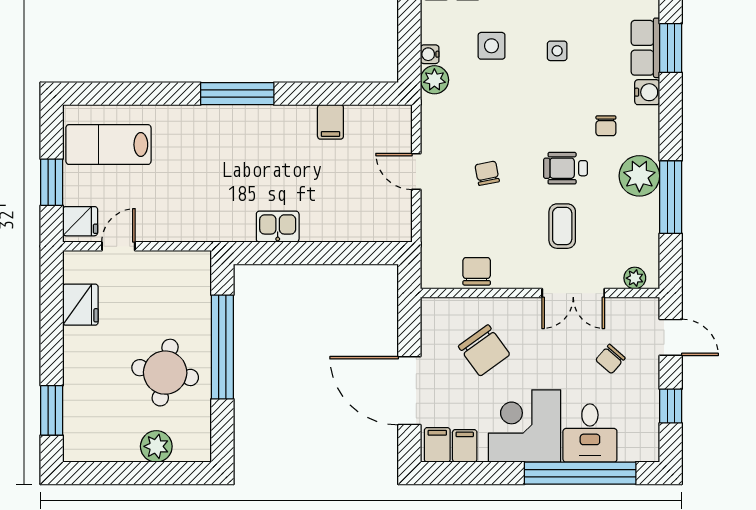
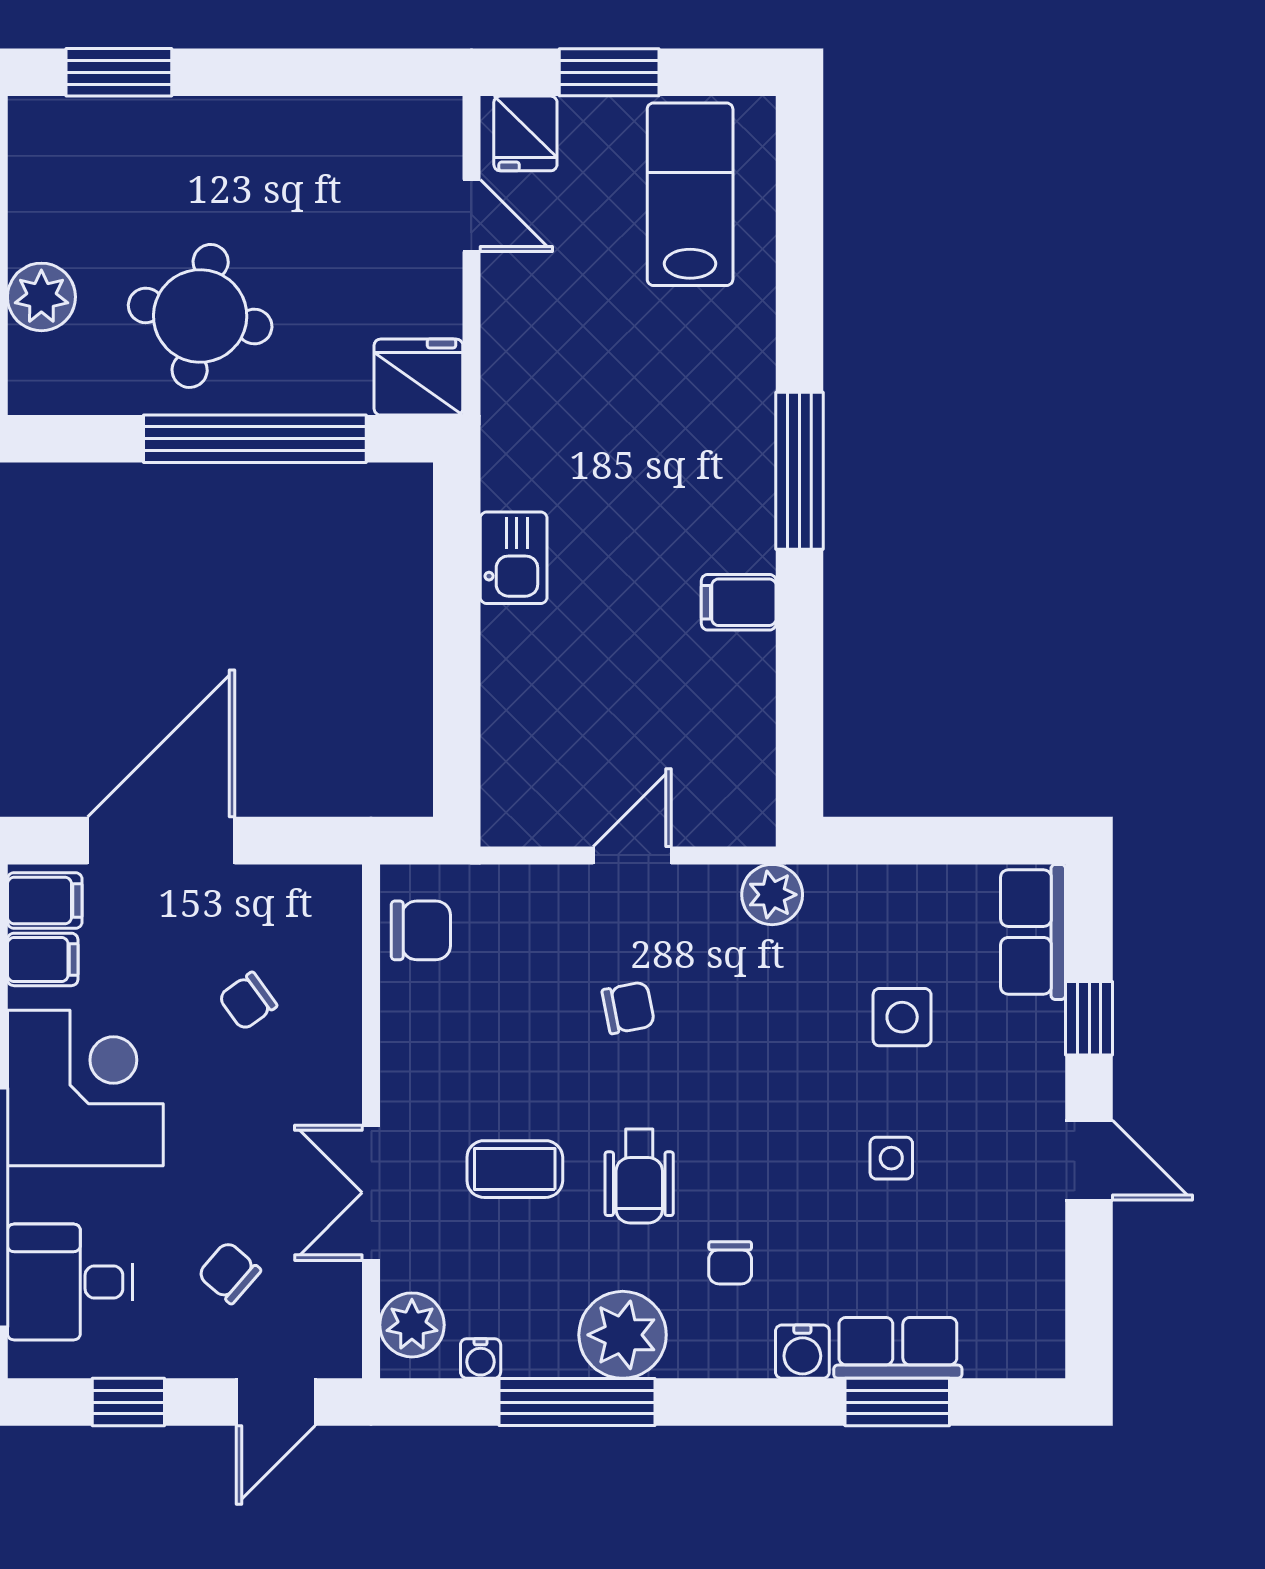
water cooler: (430, 54) -> (481, 1358), moved, turned 180
plant: (434, 80) -> (772, 895), moved
filing cabinet: (330, 122) -> (739, 602), moved
chair: (606, 126) -> (730, 1263), turned -90
wheelchair: (566, 168) -> (639, 1176), turned 180
chair: (477, 271) -> (421, 930), moved
plant: (635, 278) -> (412, 1325), width x1.38, depth x1.38
fridge: (80, 305) -> (418, 377), moved, turned 180
chair: (484, 350) -> (248, 1001), width x0.54, depth x0.54
desk: (590, 433) -> (70, 1282), moved

